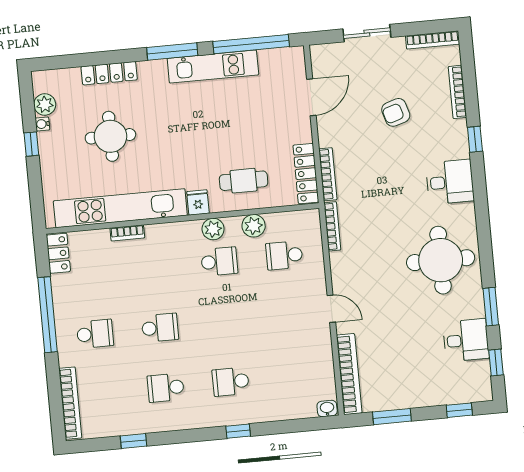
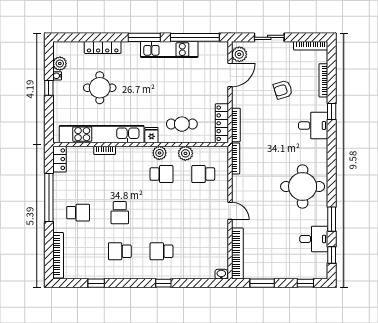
plant: (323, 64) -> (239, 54), added
desk: (450, 182) -> (313, 126), moved
school desk: (160, 328) -> (120, 213), turned 90

